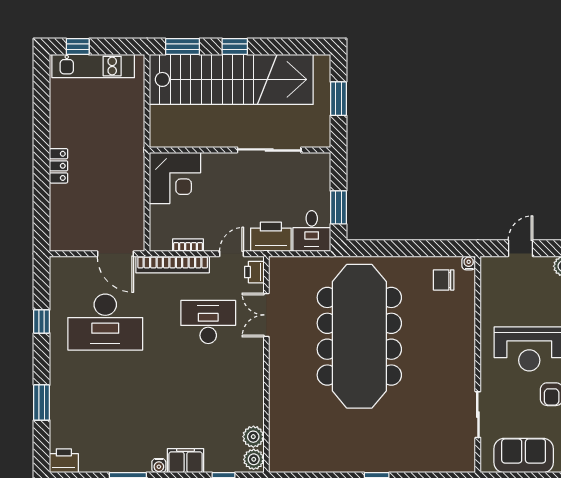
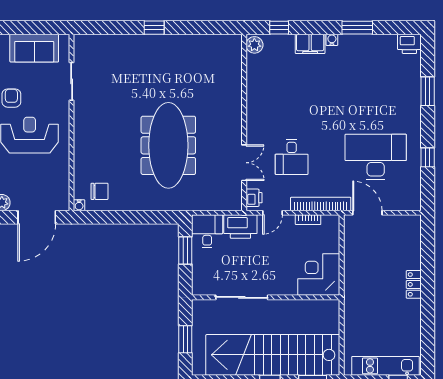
door: (520, 248) -> (37, 217), width x1.88
desk: (208, 322) -> (292, 157), width x0.73
meeting table: (359, 336) -> (168, 145), width x0.73, depth x0.79
plant: (253, 437) -> (255, 63), removed

